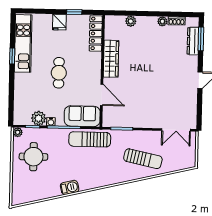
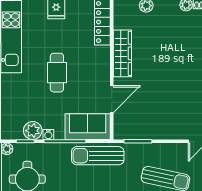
door: (102, 95) -> (112, 99), hinge flipped

